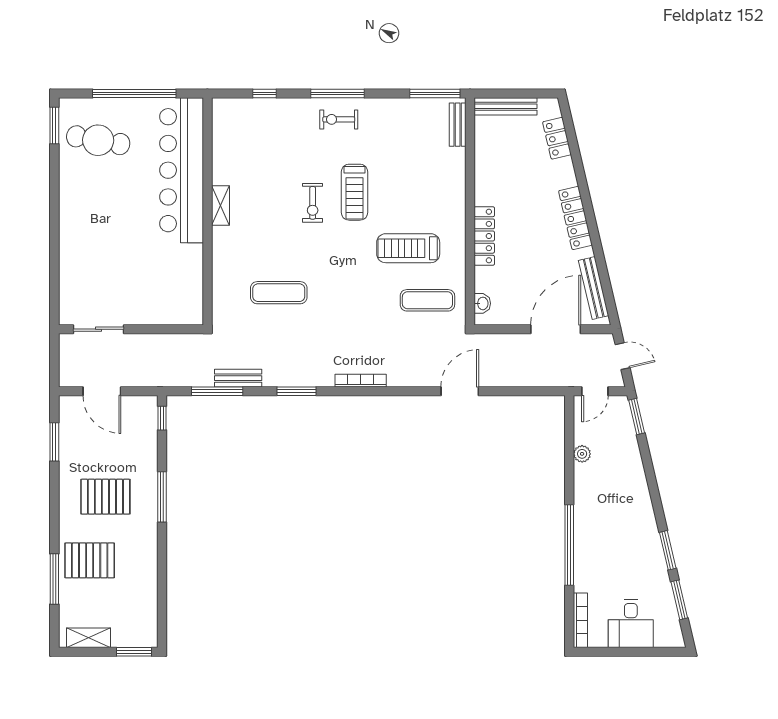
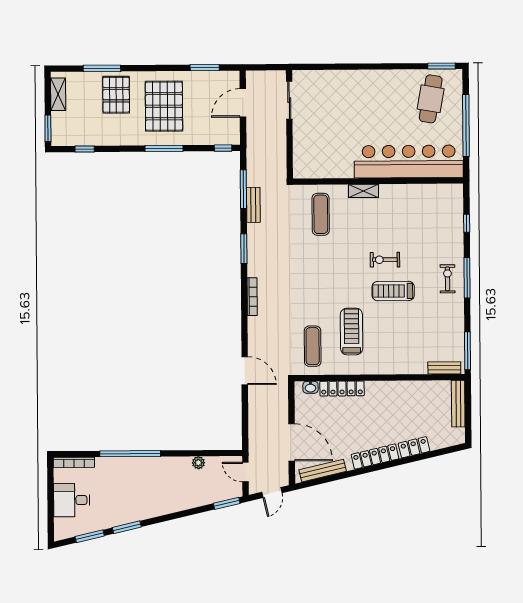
locker: (557, 138) -> (414, 447), moved
shelving: (221, 205) -> (364, 191), moved
locker: (484, 236) -> (342, 388), moved
exercise mat: (279, 293) -> (321, 214), moved
pallet: (105, 497) -> (164, 106), width x1.37, depth x1.41
window: (162, 603) -> (85, 149), added

